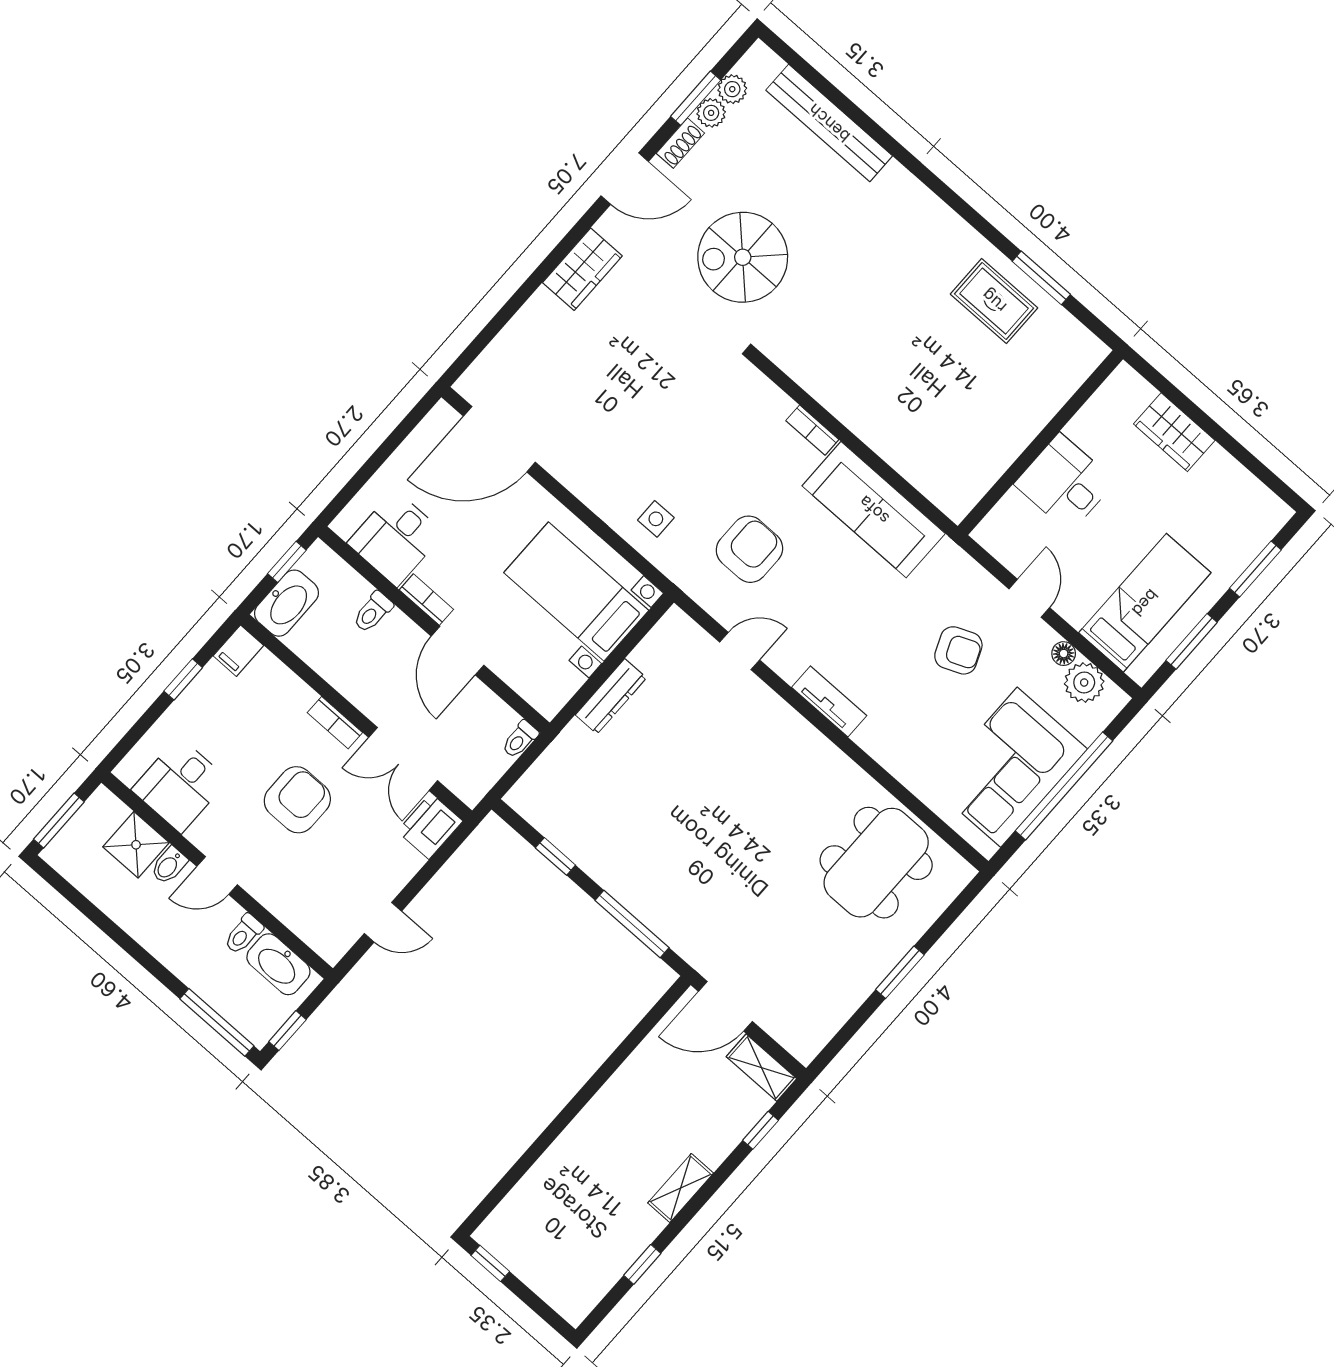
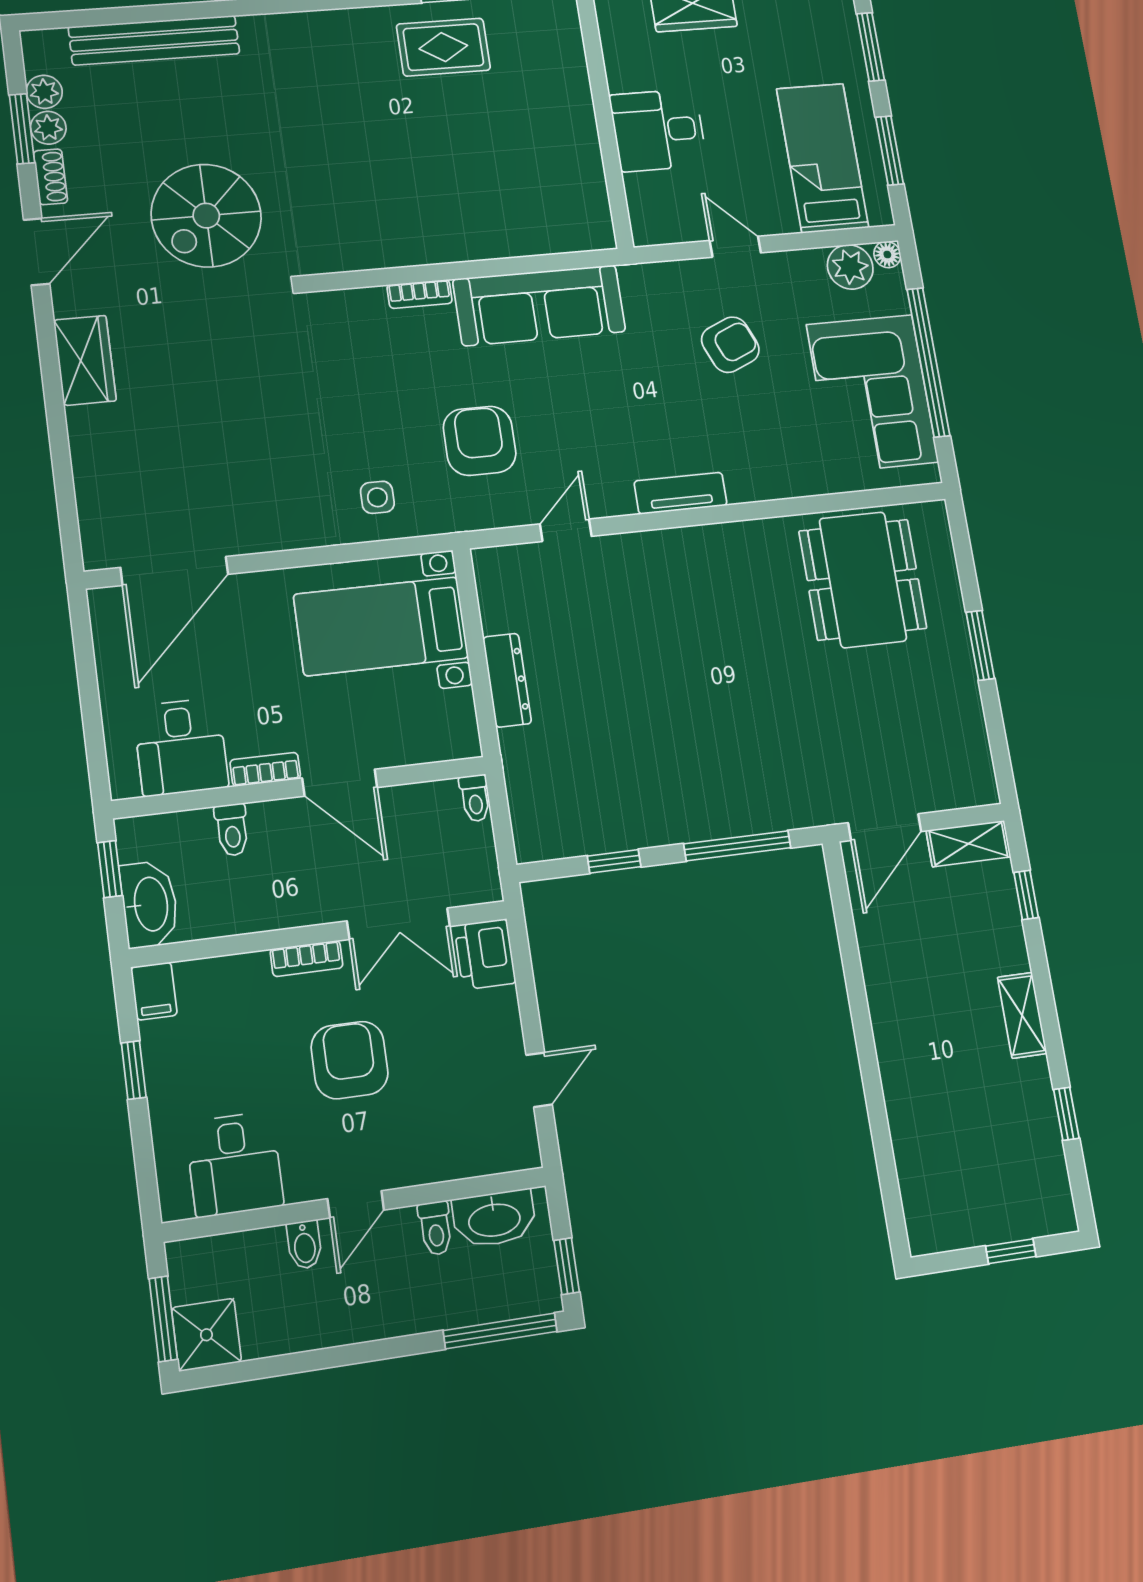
floor lamp: (1064, 654) -> (887, 254), moved
shower: (136, 845) -> (206, 1335), moved
window: (490, 1263) -> (1011, 1251), moved

